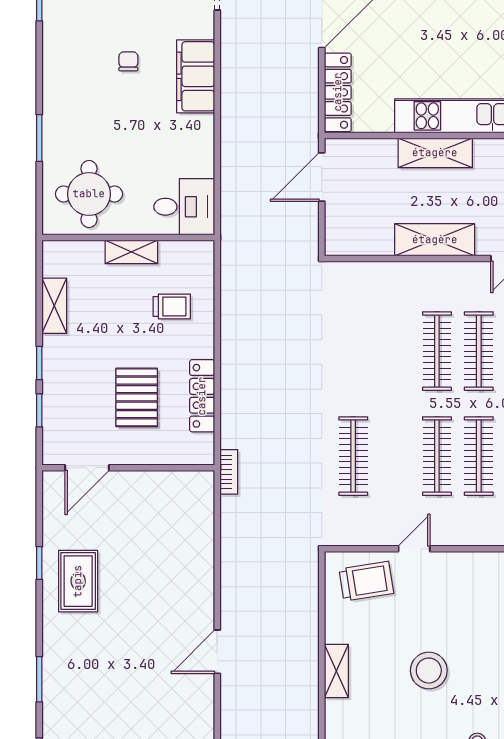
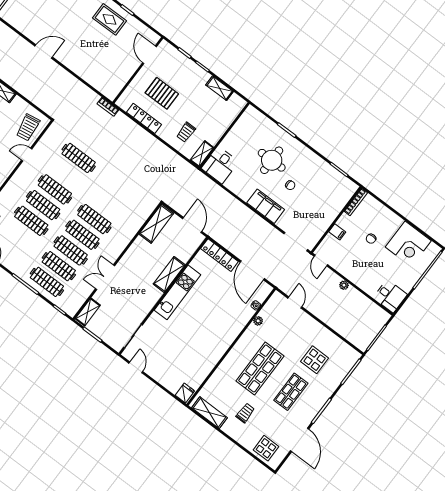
round table: (89, 194) -> (272, 160), moved
shelving: (435, 240) -> (156, 224), moved
shelving: (131, 252) -> (202, 154), moved
door: (414, 549) -> (27, 155), swing flipped
door: (217, 652) -> (44, 52), hinge flipped

